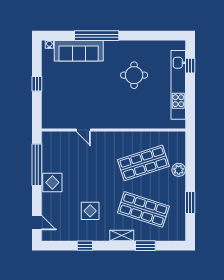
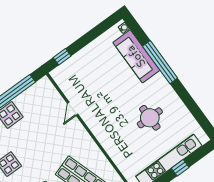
window: (190, 66) -> (180, 168), moved
window: (37, 84) -> (62, 57), moved

